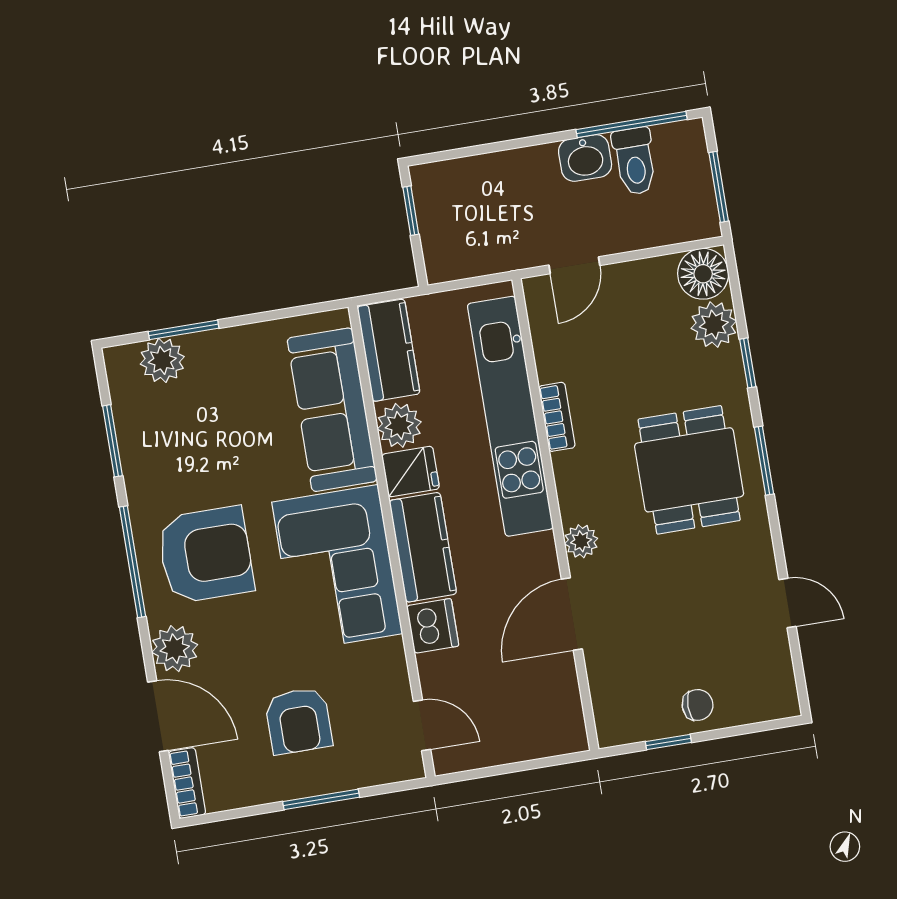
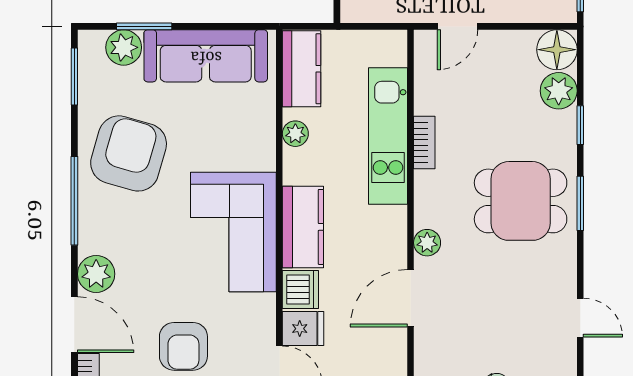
sofa: (332, 410) -> (206, 56), moved, turned -90
kitchen unit: (510, 416) -> (388, 136), width x0.73
plant: (399, 425) -> (295, 134), width x0.73, depth x0.73
window: (112, 441) -> (74, 77), moved
dining table: (689, 470) -> (521, 201), turned 90
fridge: (410, 472) -> (303, 329), moved
armchair: (206, 555) -> (129, 153), moved, turned -74

